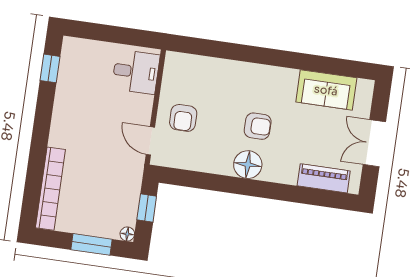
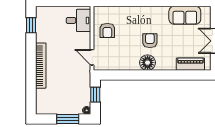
armchair: (183, 118) -> (107, 31), moved
armchair: (258, 126) -> (150, 41), turned -90
bookcase: (50, 189) -> (41, 66), moved

